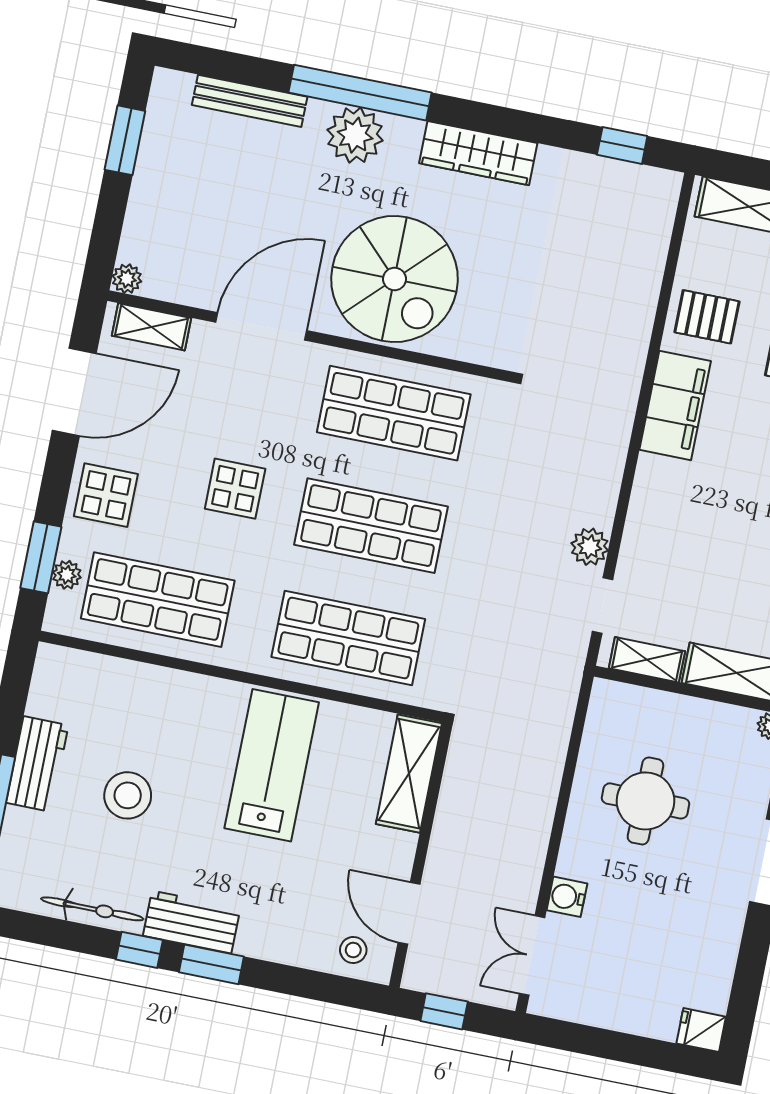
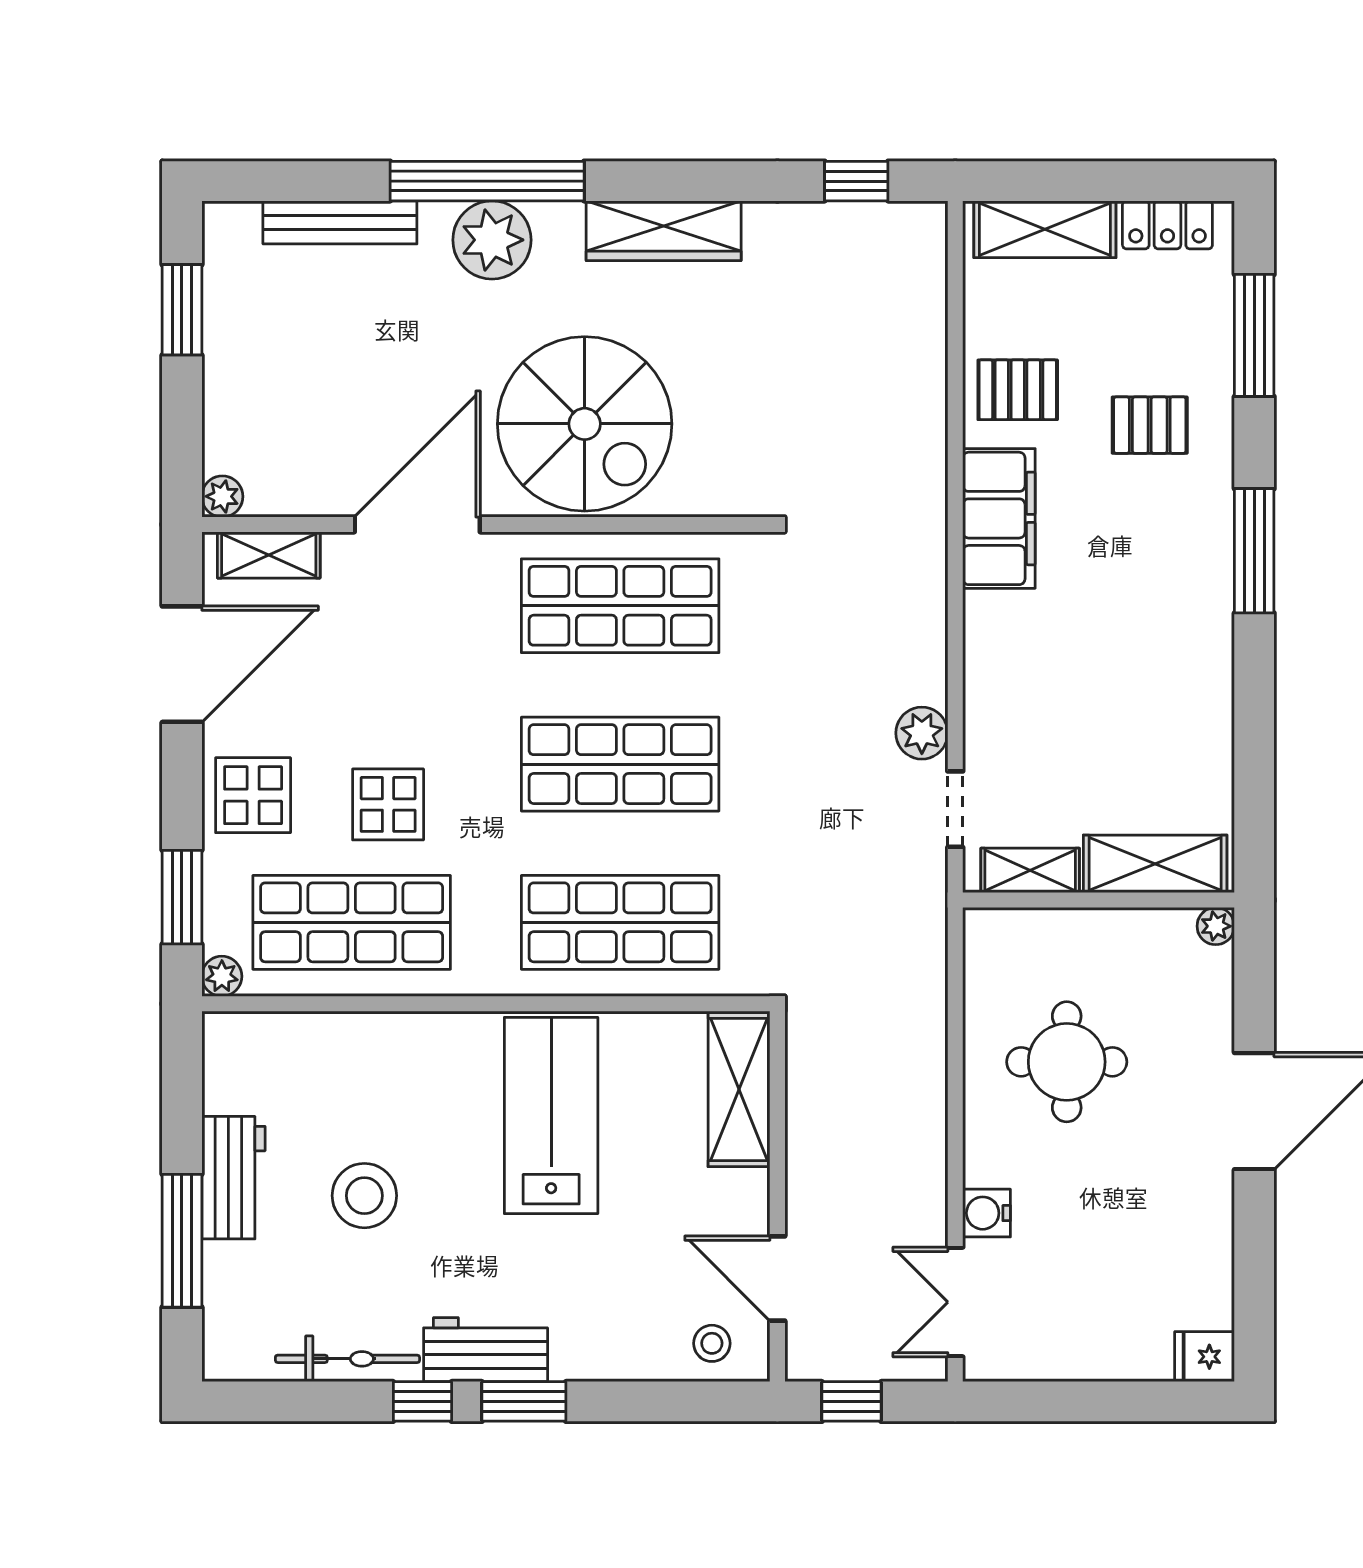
display table: (235, 489) -> (388, 804), moved
plant: (67, 575) -> (222, 976), moved

